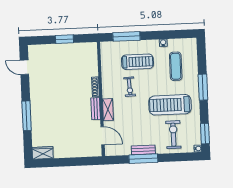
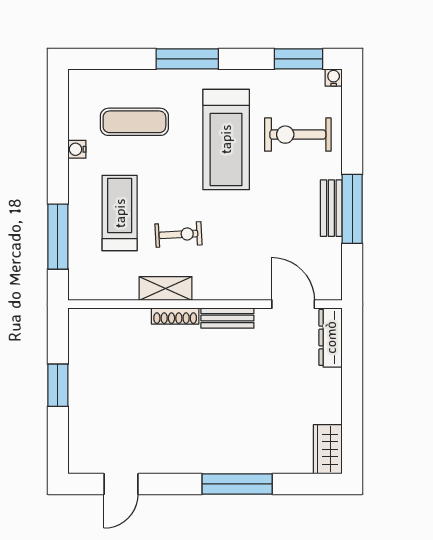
shelving: (108, 110) -> (165, 288), moved
door: (103, 136) -> (293, 304), hinge flipped
dresser: (89, 152) -> (331, 337), added

